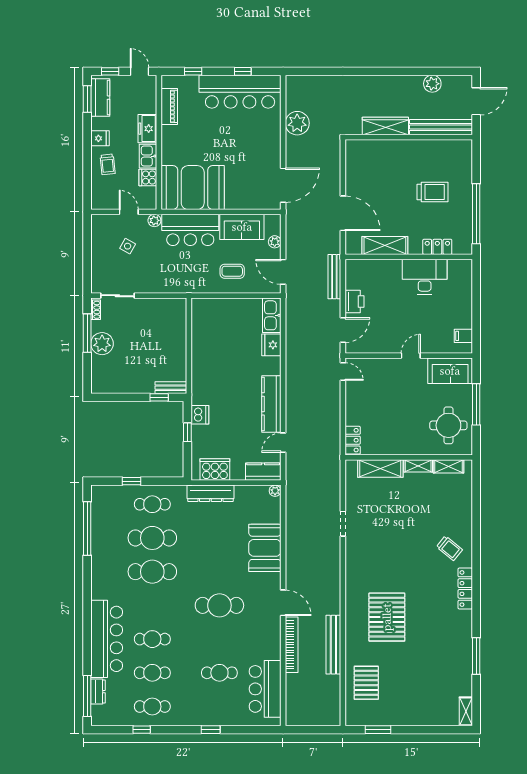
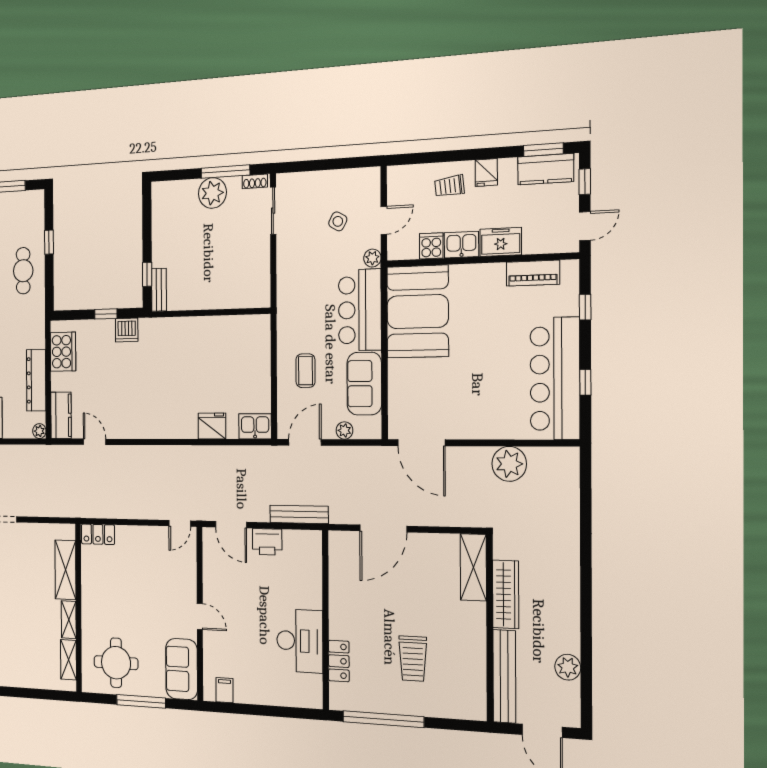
shelving: (385, 245) -> (473, 567), moved
kitchen sink: (272, 315) -> (255, 426), width x0.73
kitchen counter: (271, 404) -> (140, 426), removed
dresser: (211, 493) -> (36, 380), moved

